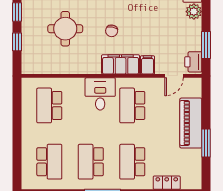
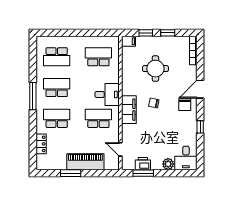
printer: (193, 62) -> (143, 164), moved
filing cabinet: (147, 65) -> (129, 41), moved

